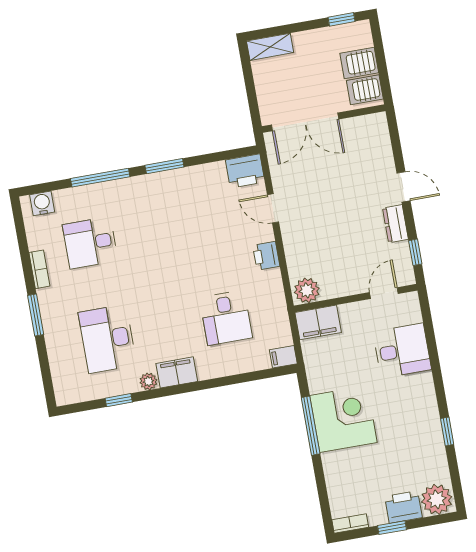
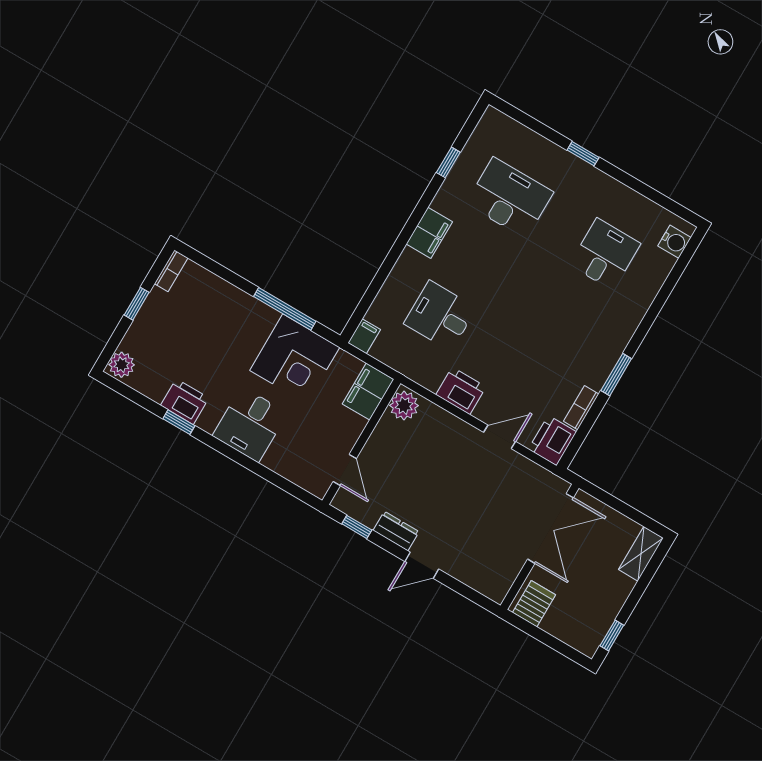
server rack: (359, 63) -> (561, 619), removed
double door: (305, 122) -> (550, 528), swing flipped
window: (100, 178) -> (654, 311), removed
printer: (266, 256) -> (461, 391), width x1.36, depth x1.24
bookcase: (39, 269) -> (581, 408), moved, turned 90
window: (36, 315) -> (583, 154), width x0.67
desk: (402, 351) -> (250, 424), moved
plant: (148, 381) -> (443, 202), removed
corner desk: (343, 419) -> (295, 359), moved
plant: (437, 499) -> (122, 365), width x0.73, depth x0.73
printer: (403, 507) -> (185, 402), moved, turned -90

